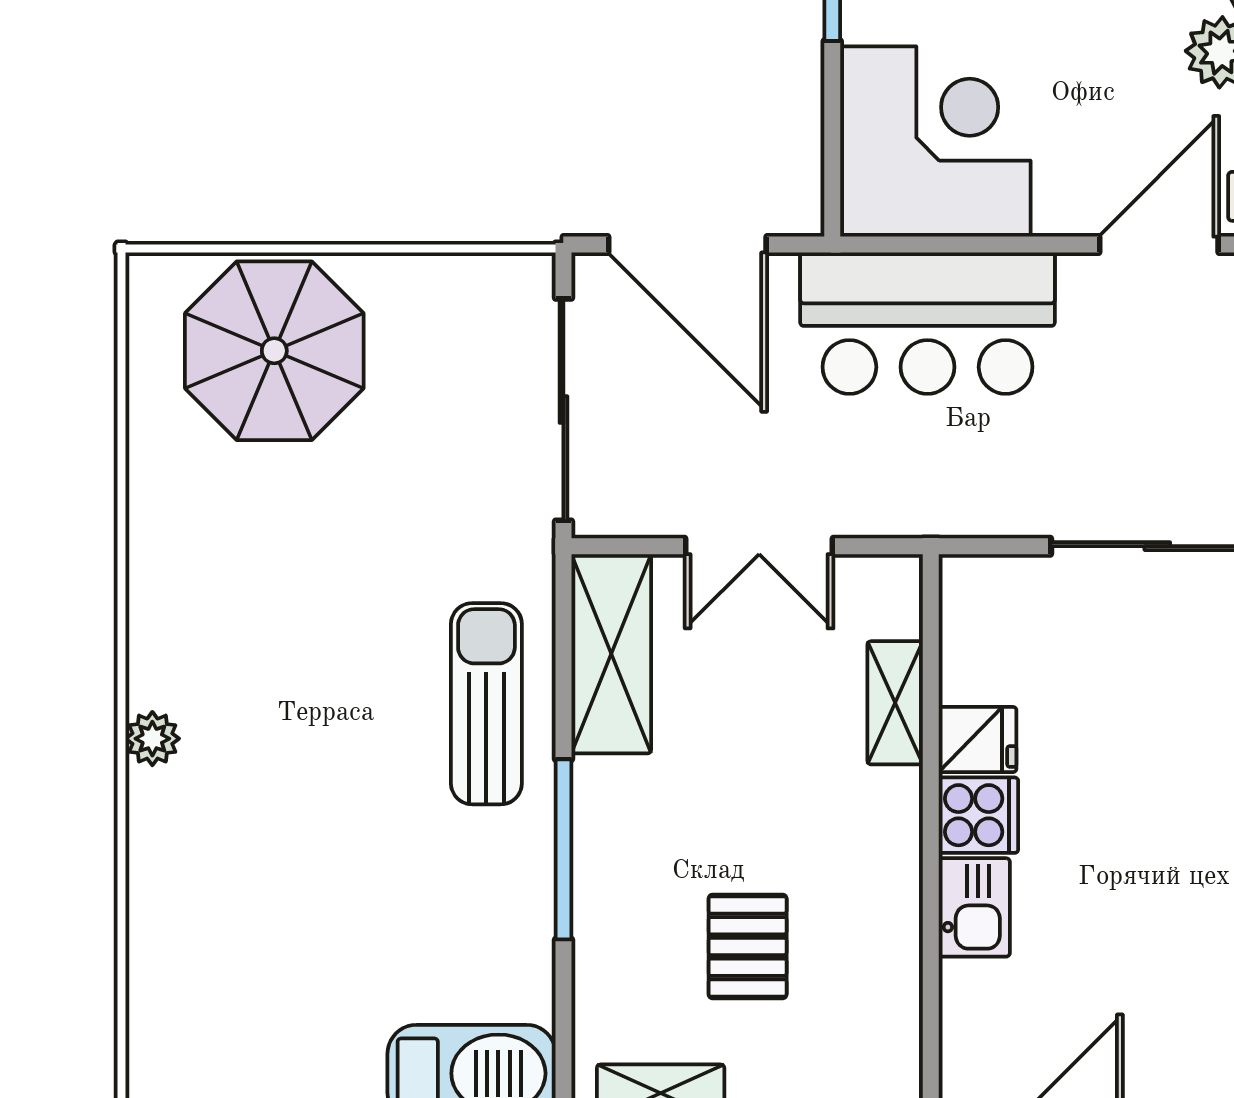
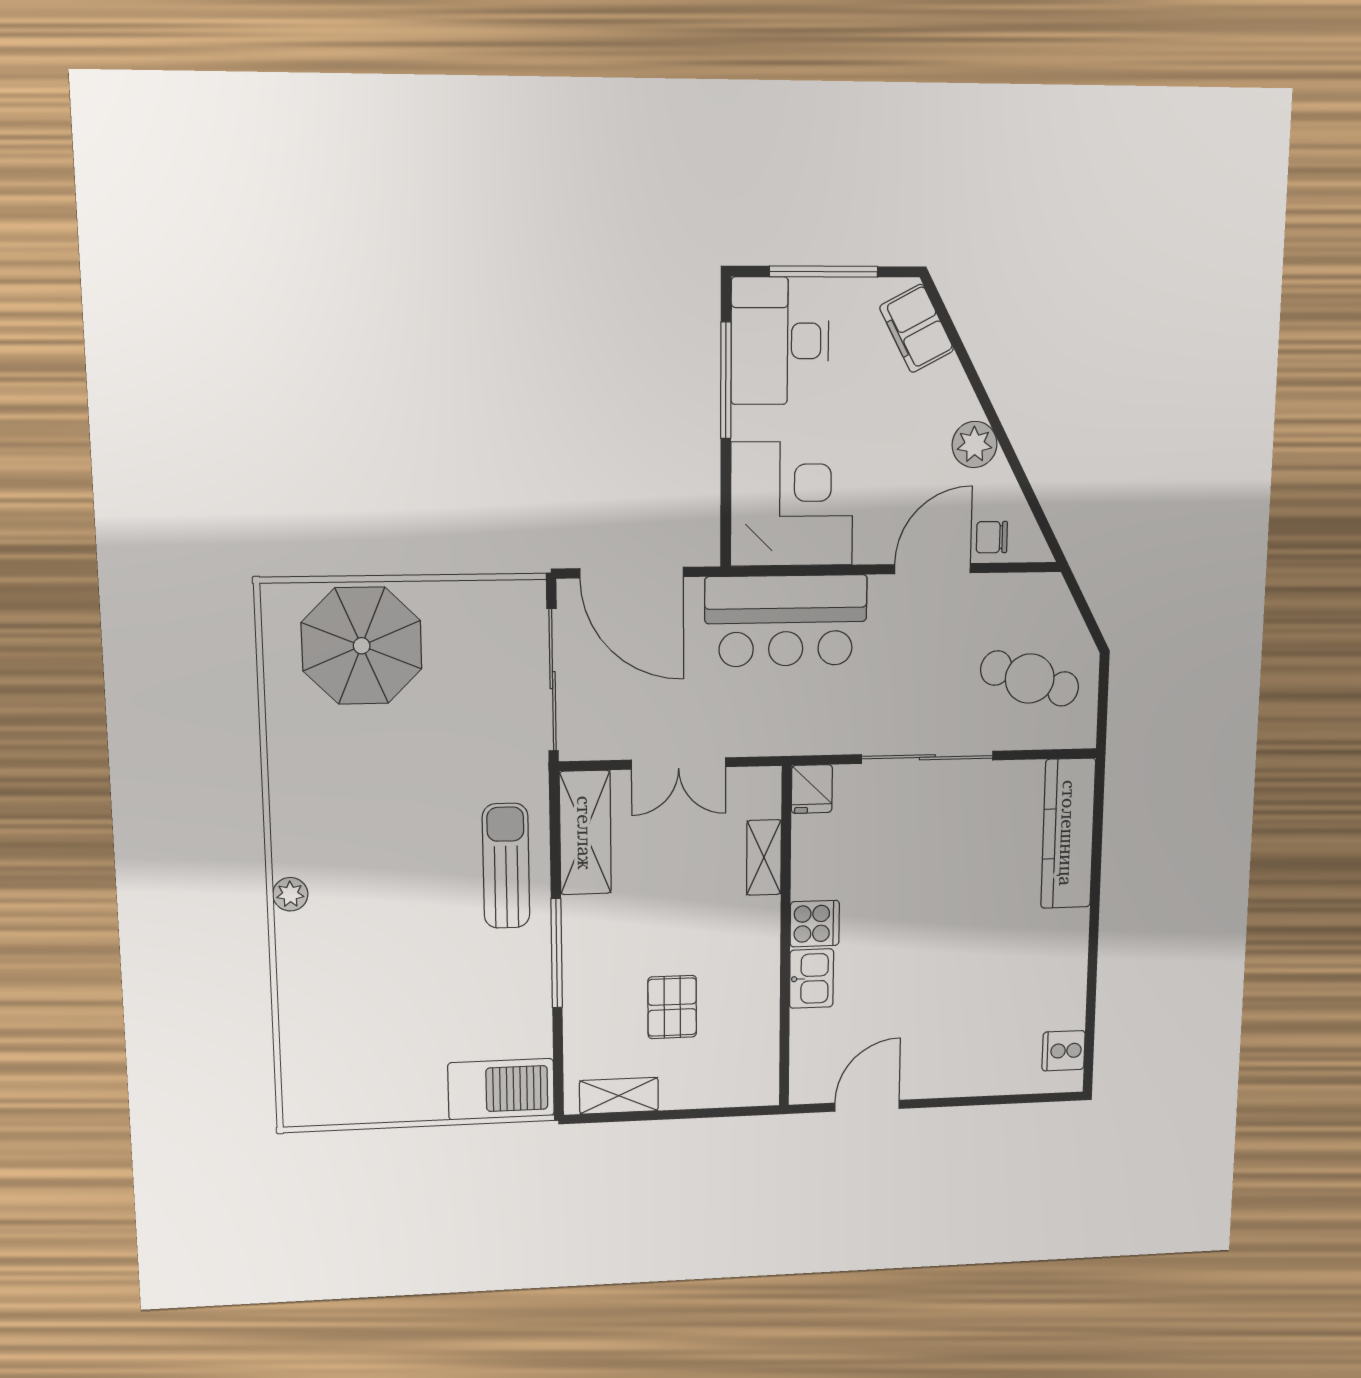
fridge: (978, 740) -> (812, 789), moved, turned 90

